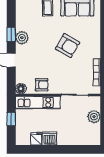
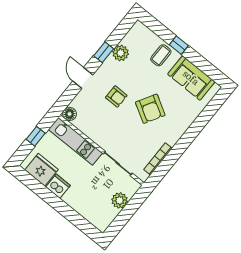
plant: (22, 38) -> (121, 53), moved
armchair: (42, 85) -> (116, 96), moved
fridge: (36, 139) -> (42, 170), width x1.88, depth x1.34

